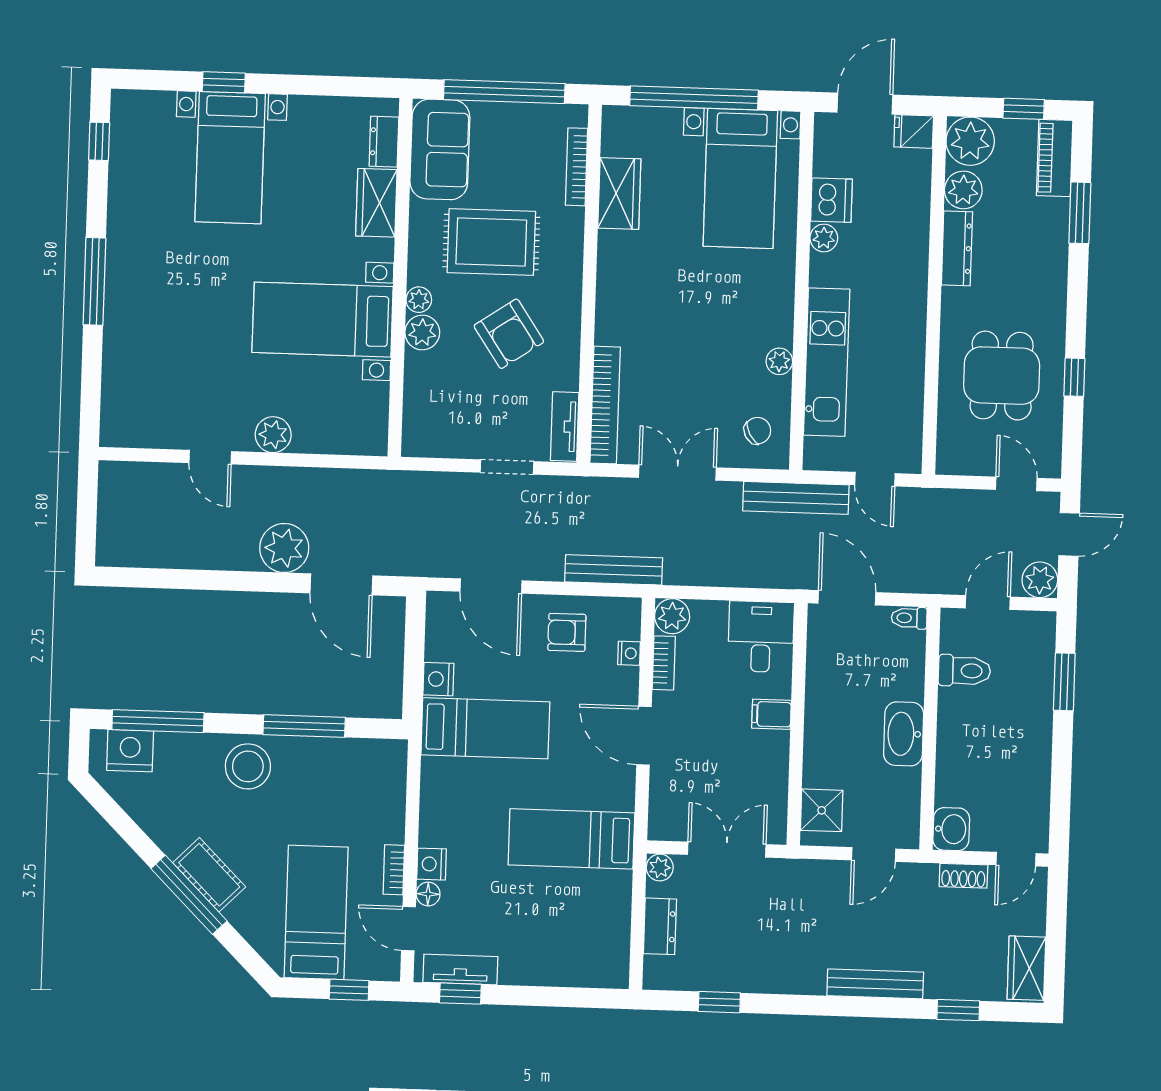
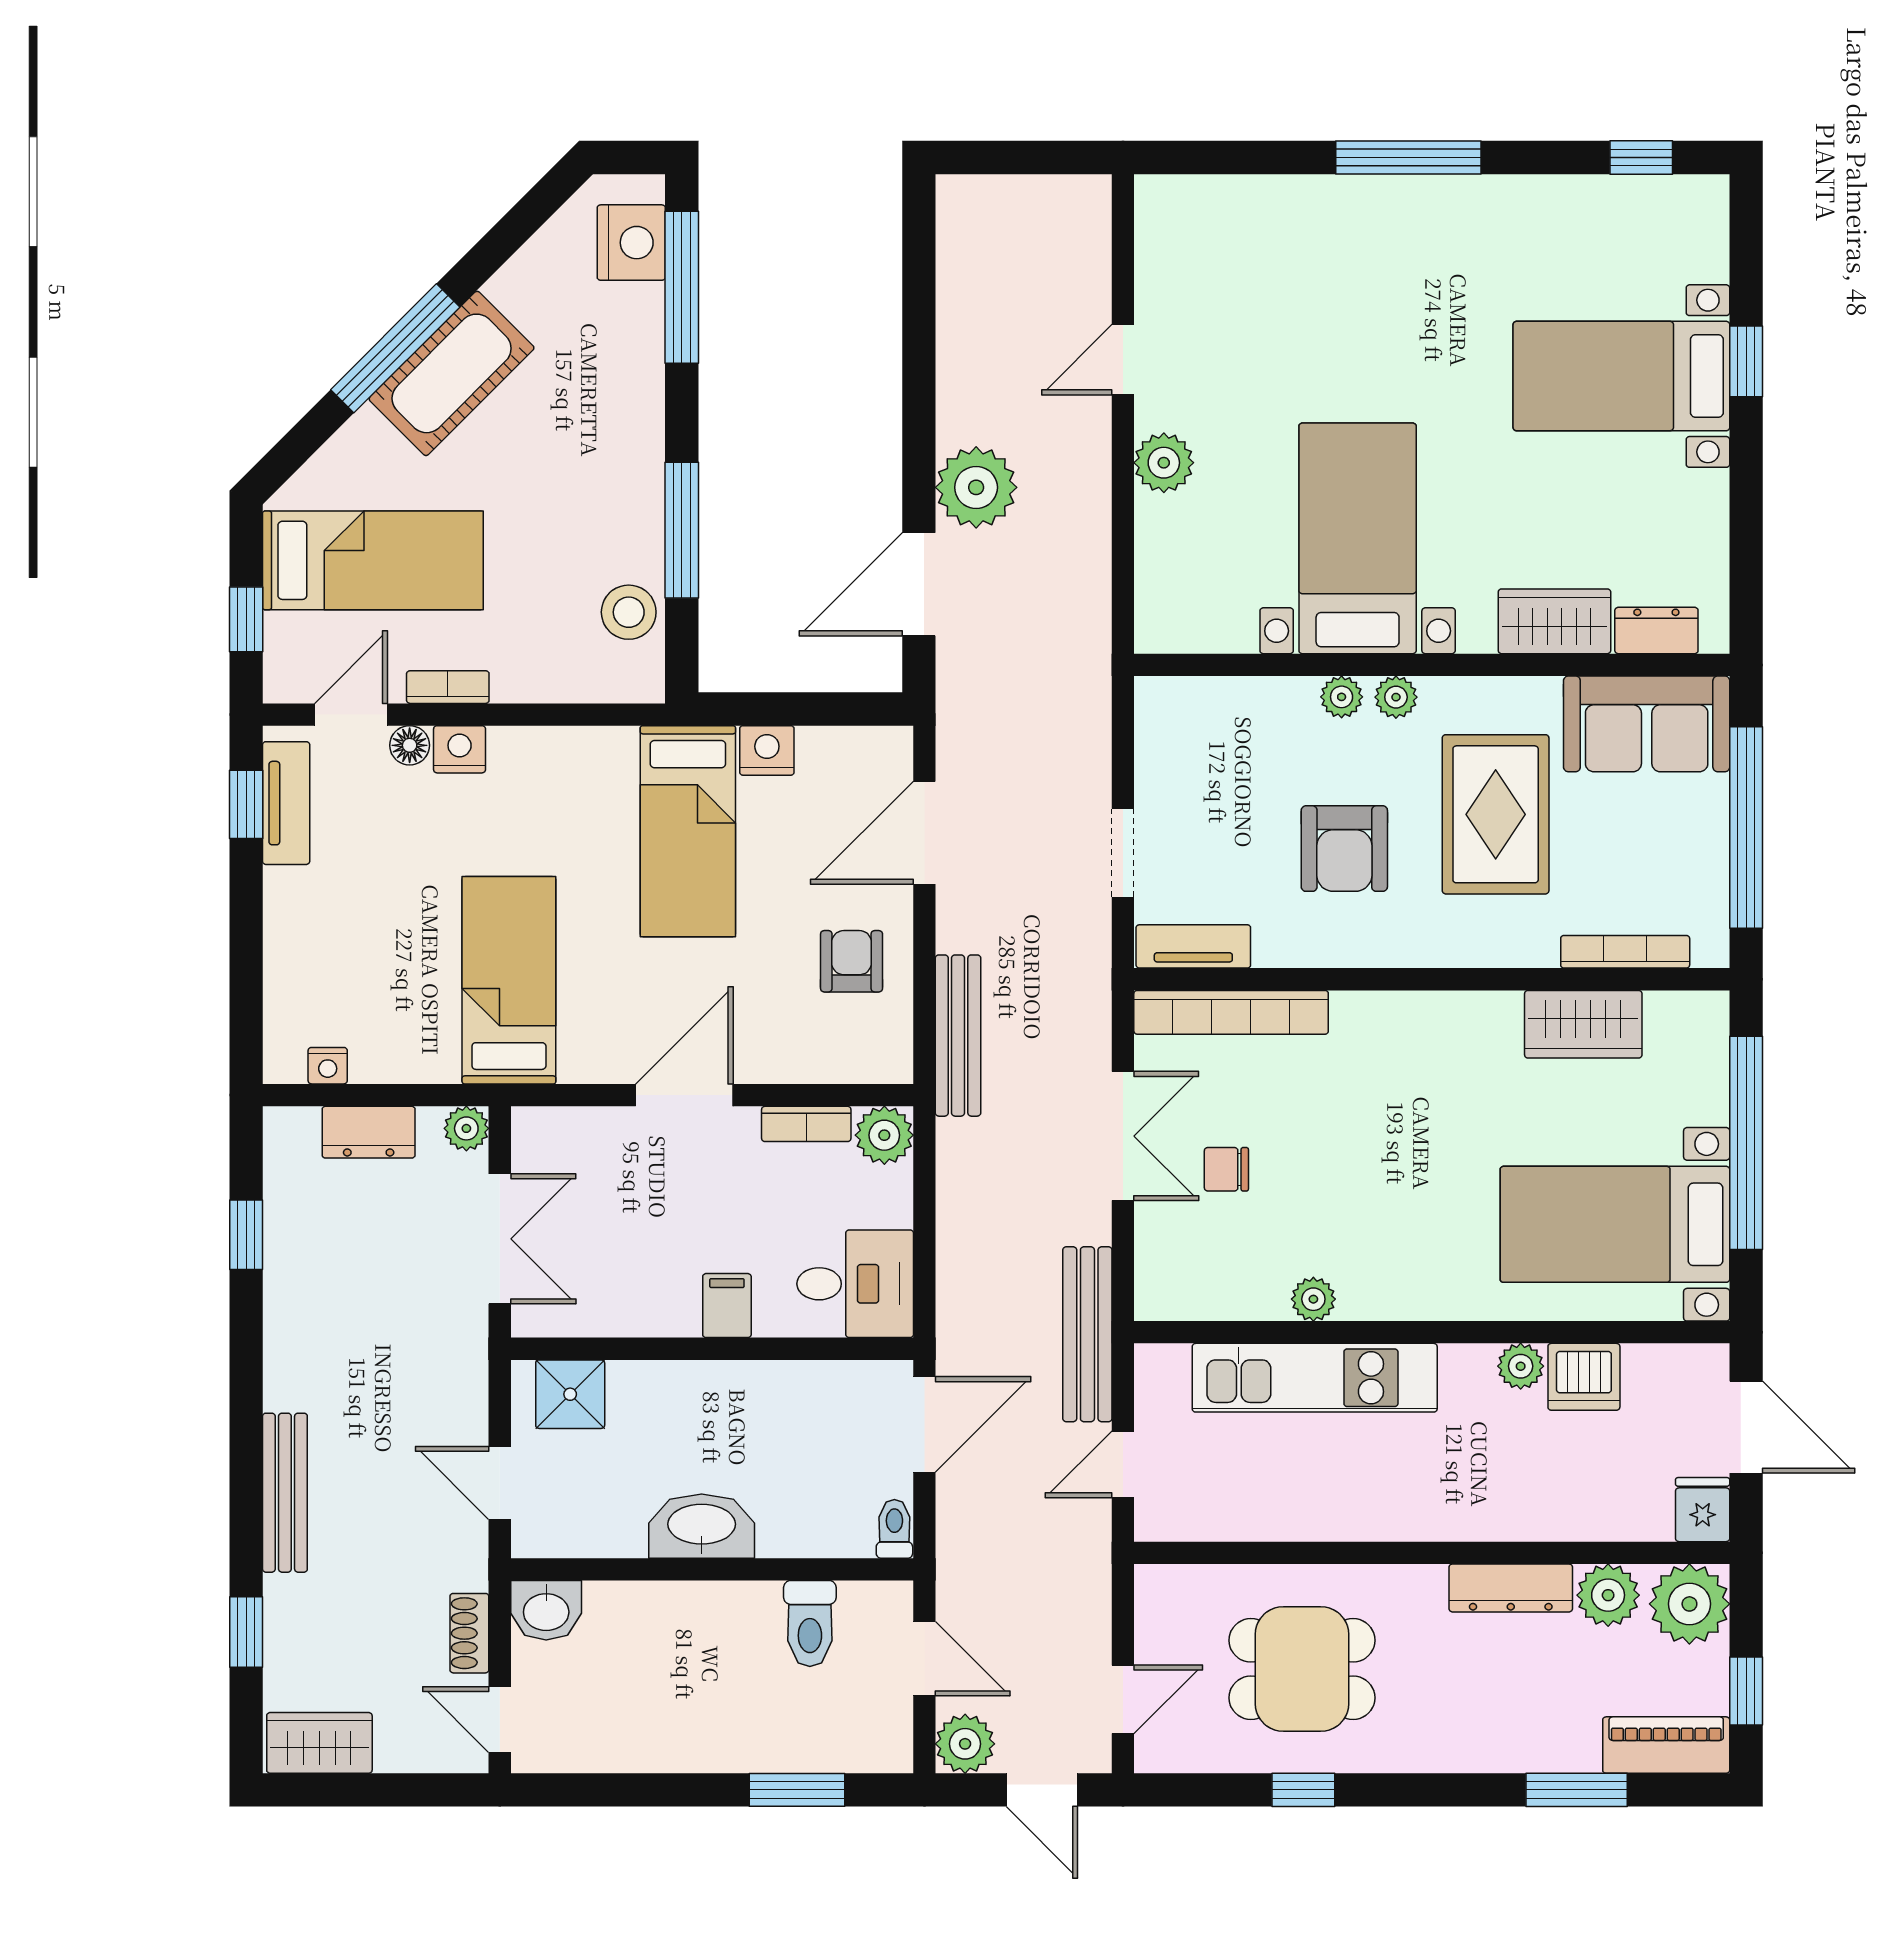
plant: (422, 333) -> (1342, 697), width x0.73, depth x0.73
armchair: (509, 334) -> (1344, 849), turned -56
chair: (757, 431) -> (1226, 1169), moved, turned 119
nightstand: (629, 653) -> (328, 1066), moved
stool: (248, 766) -> (629, 612), moved, width x0.73, depth x0.73
cot: (209, 875) -> (452, 373), width x1.37, depth x1.34

